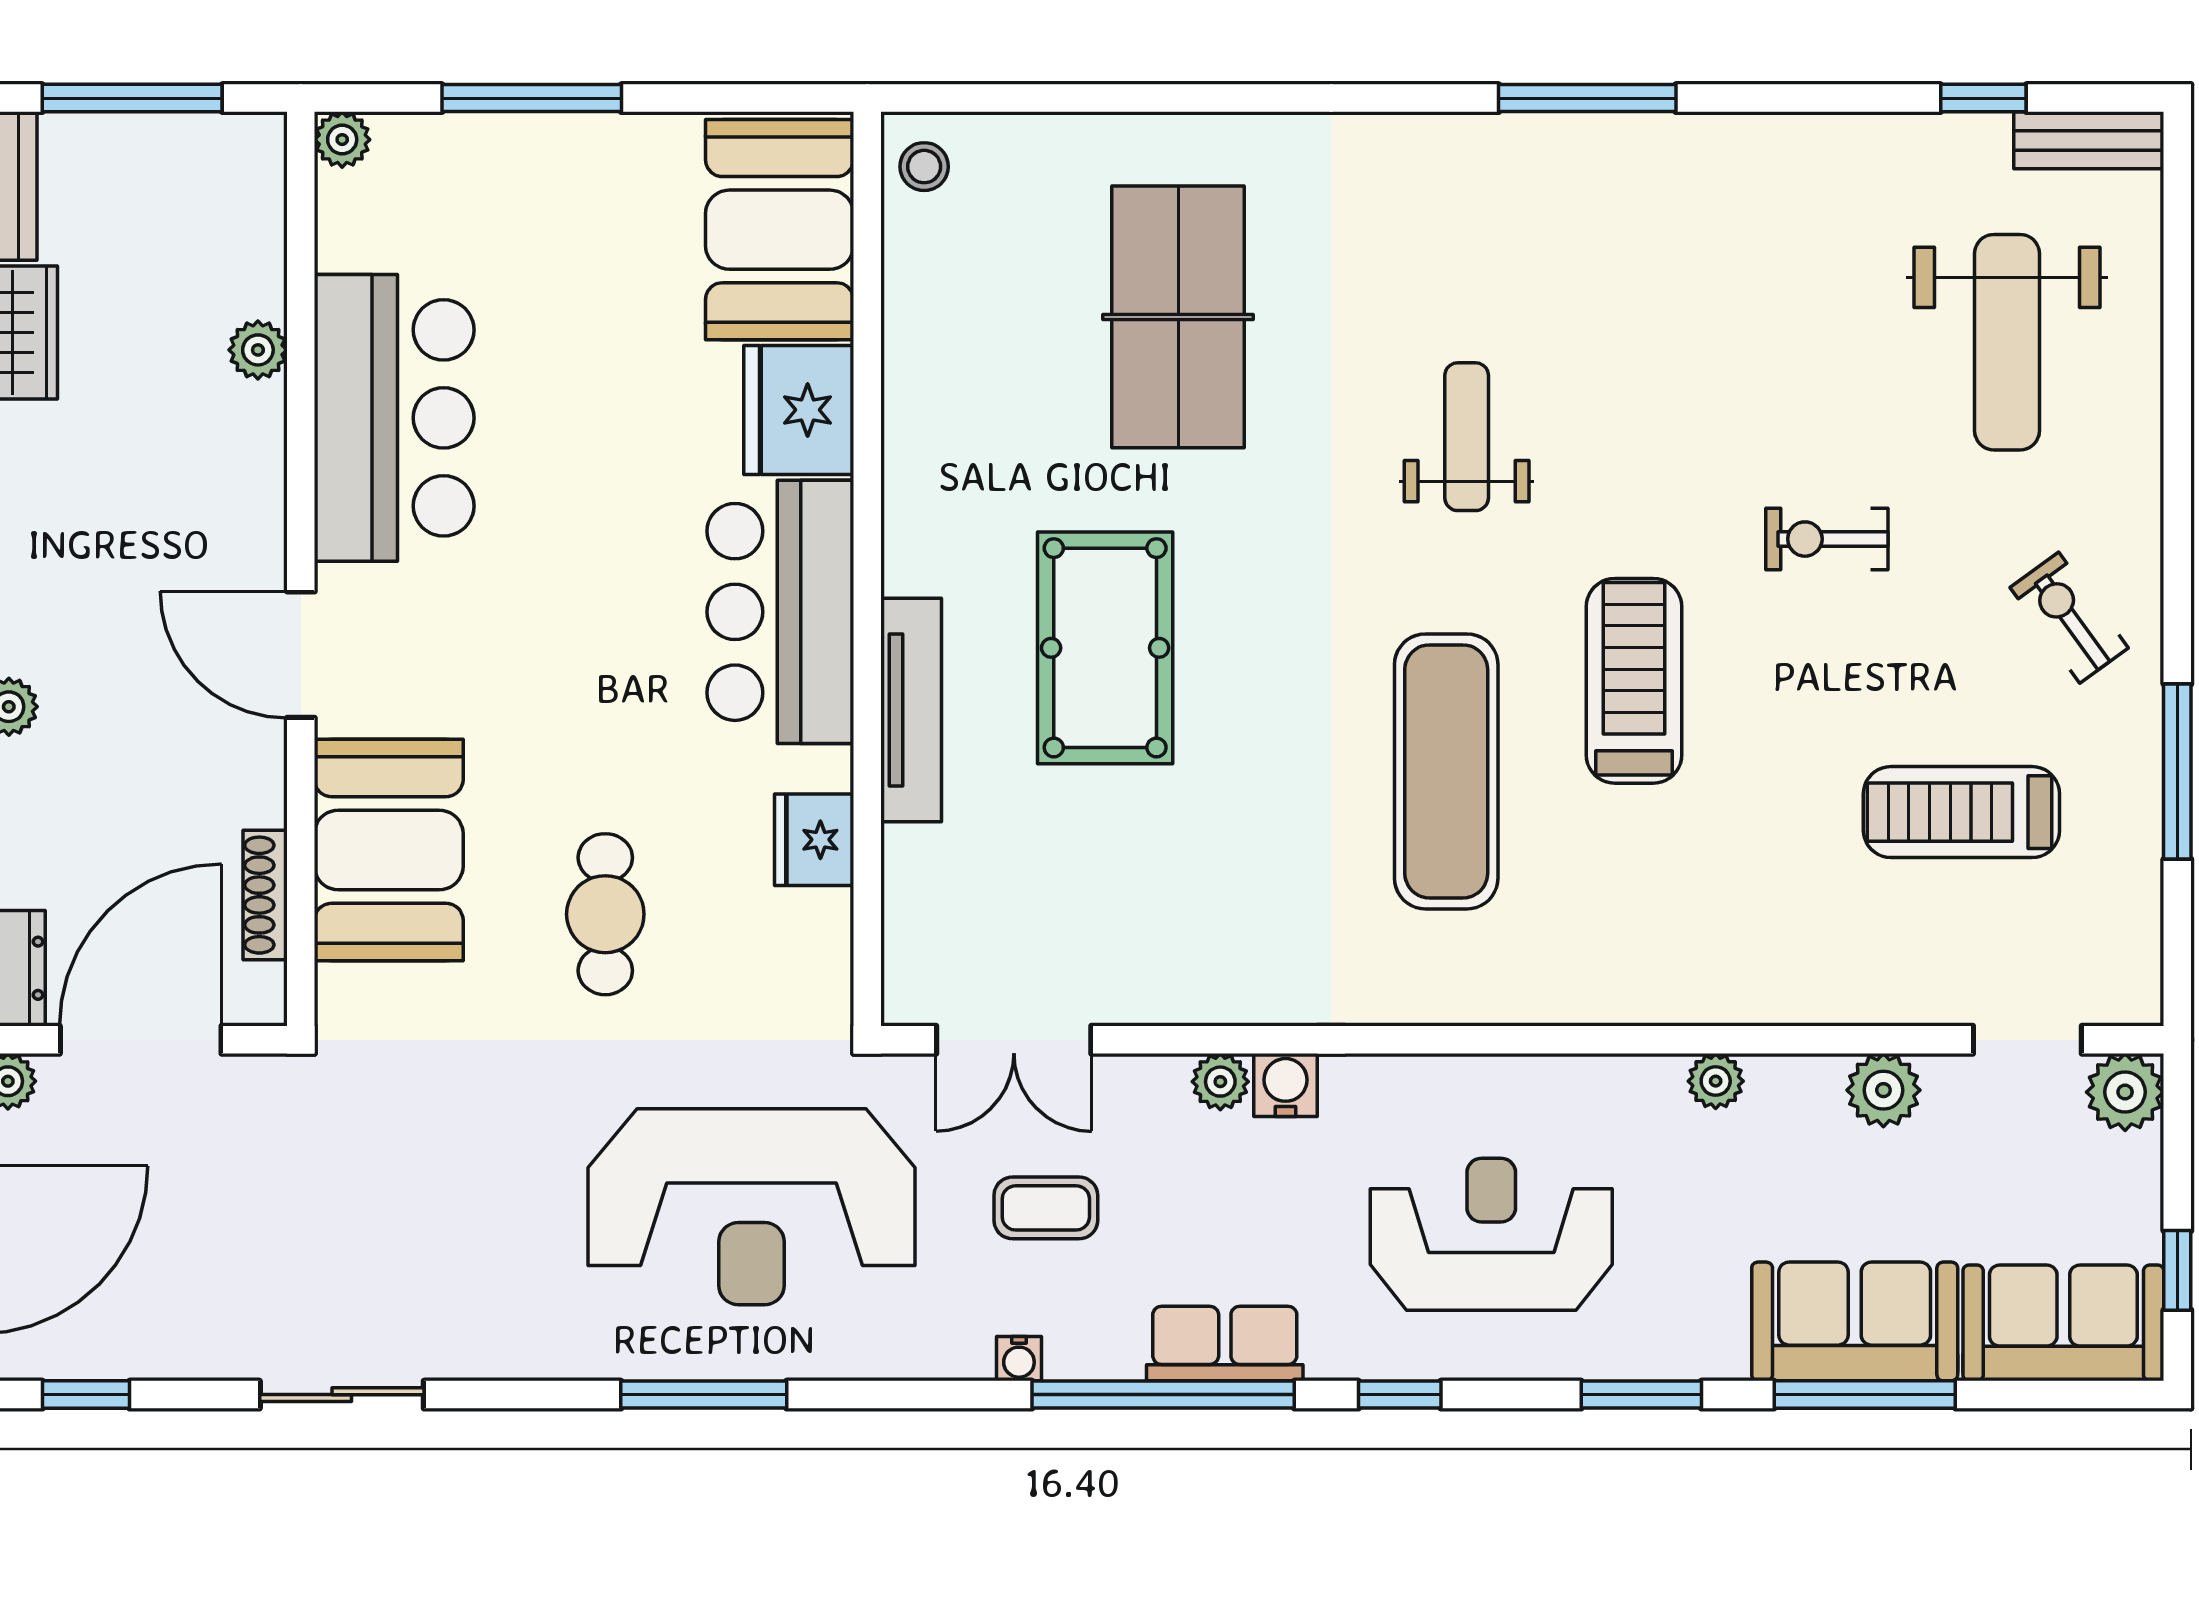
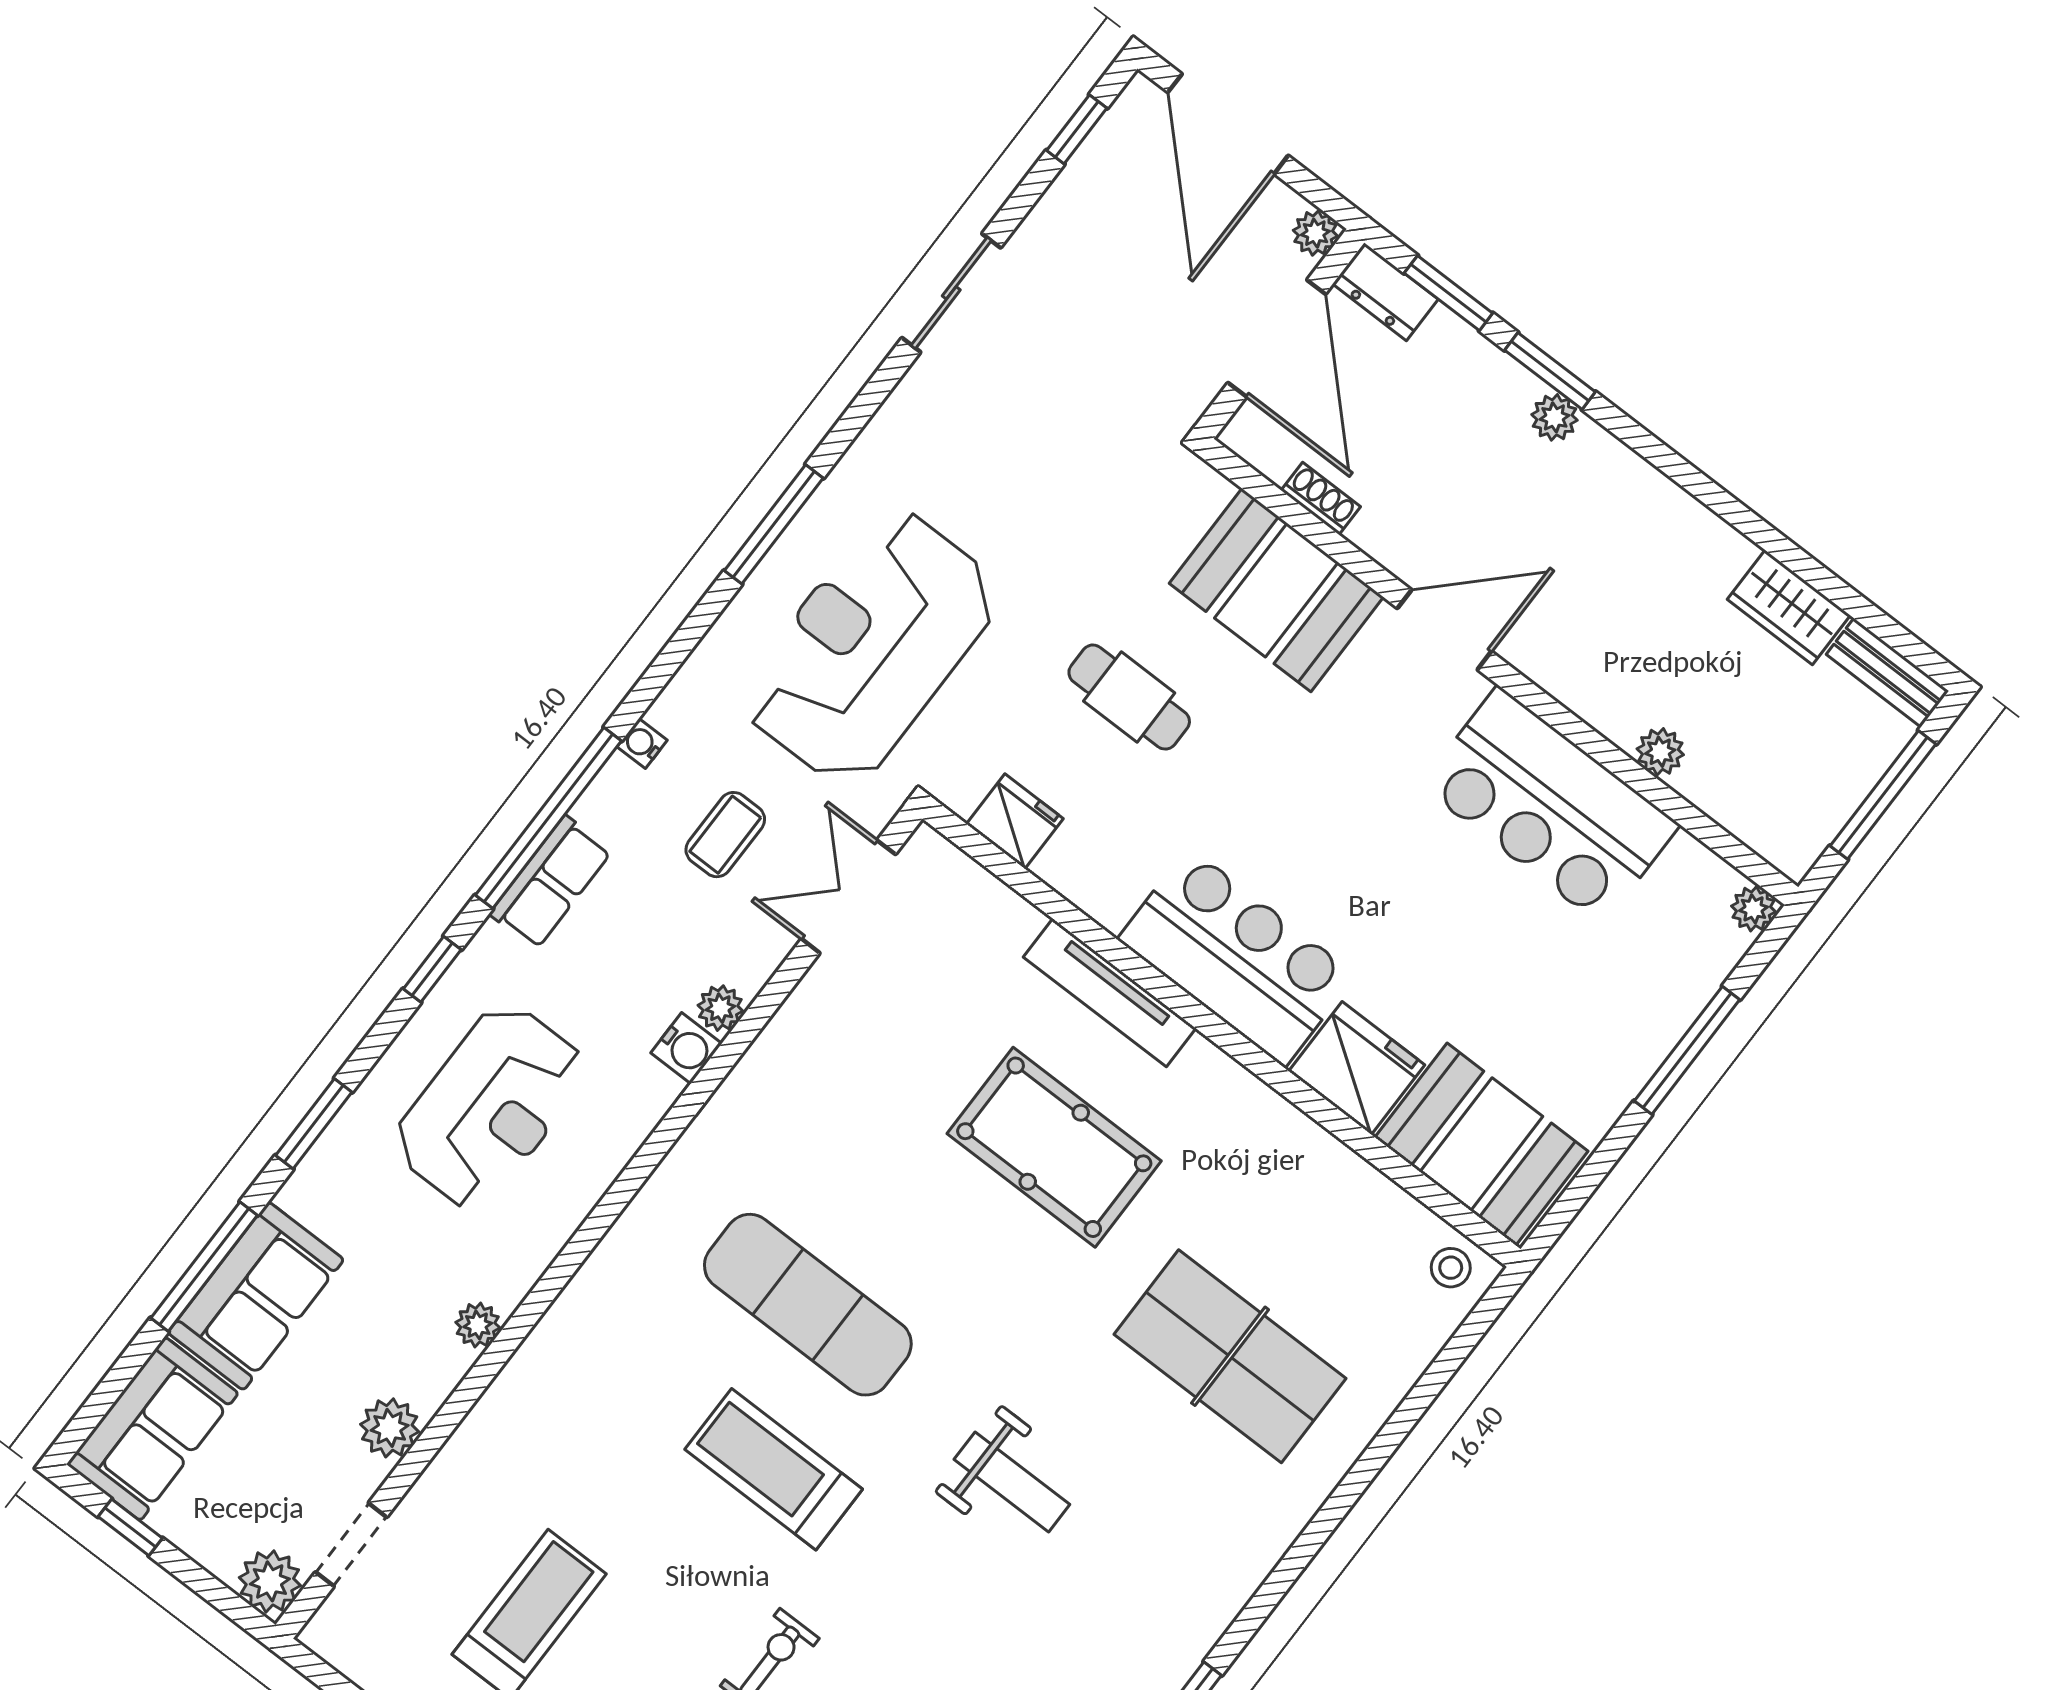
treadmill: (1634, 681) -> (774, 1469), turned 180
fridge: (814, 840) -> (1015, 821), moved
shoe rack: (265, 895) -> (1321, 498), width x0.70

